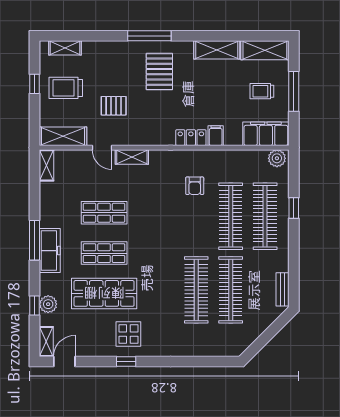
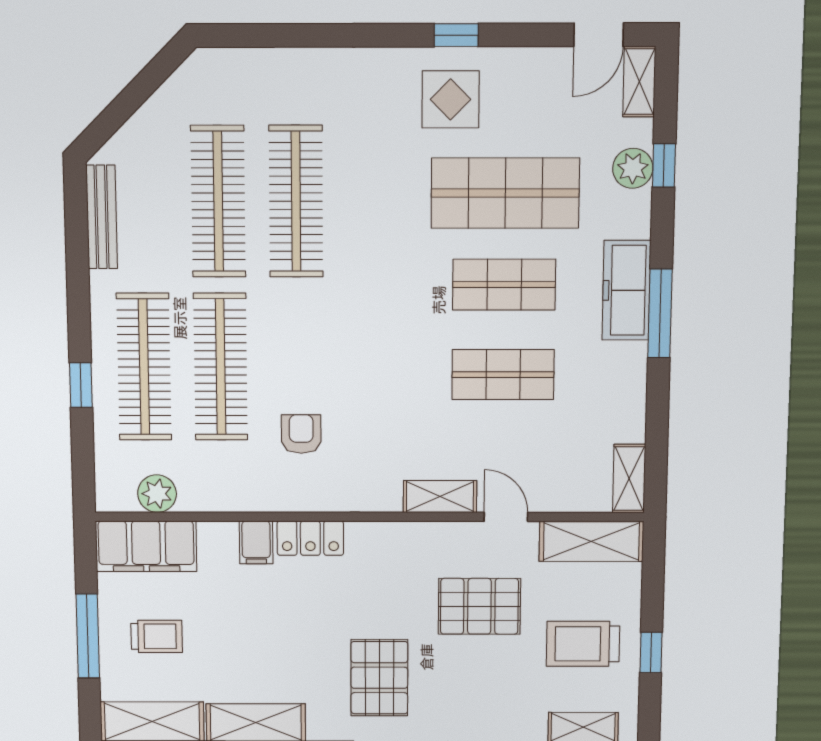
trolley: (66, 88) -> (583, 644), turned 180
pallet: (114, 106) -> (479, 606), width x1.50, depth x1.42
plant: (277, 158) -> (157, 494), moved
bench: (282, 289) -> (102, 217), width x1.36

